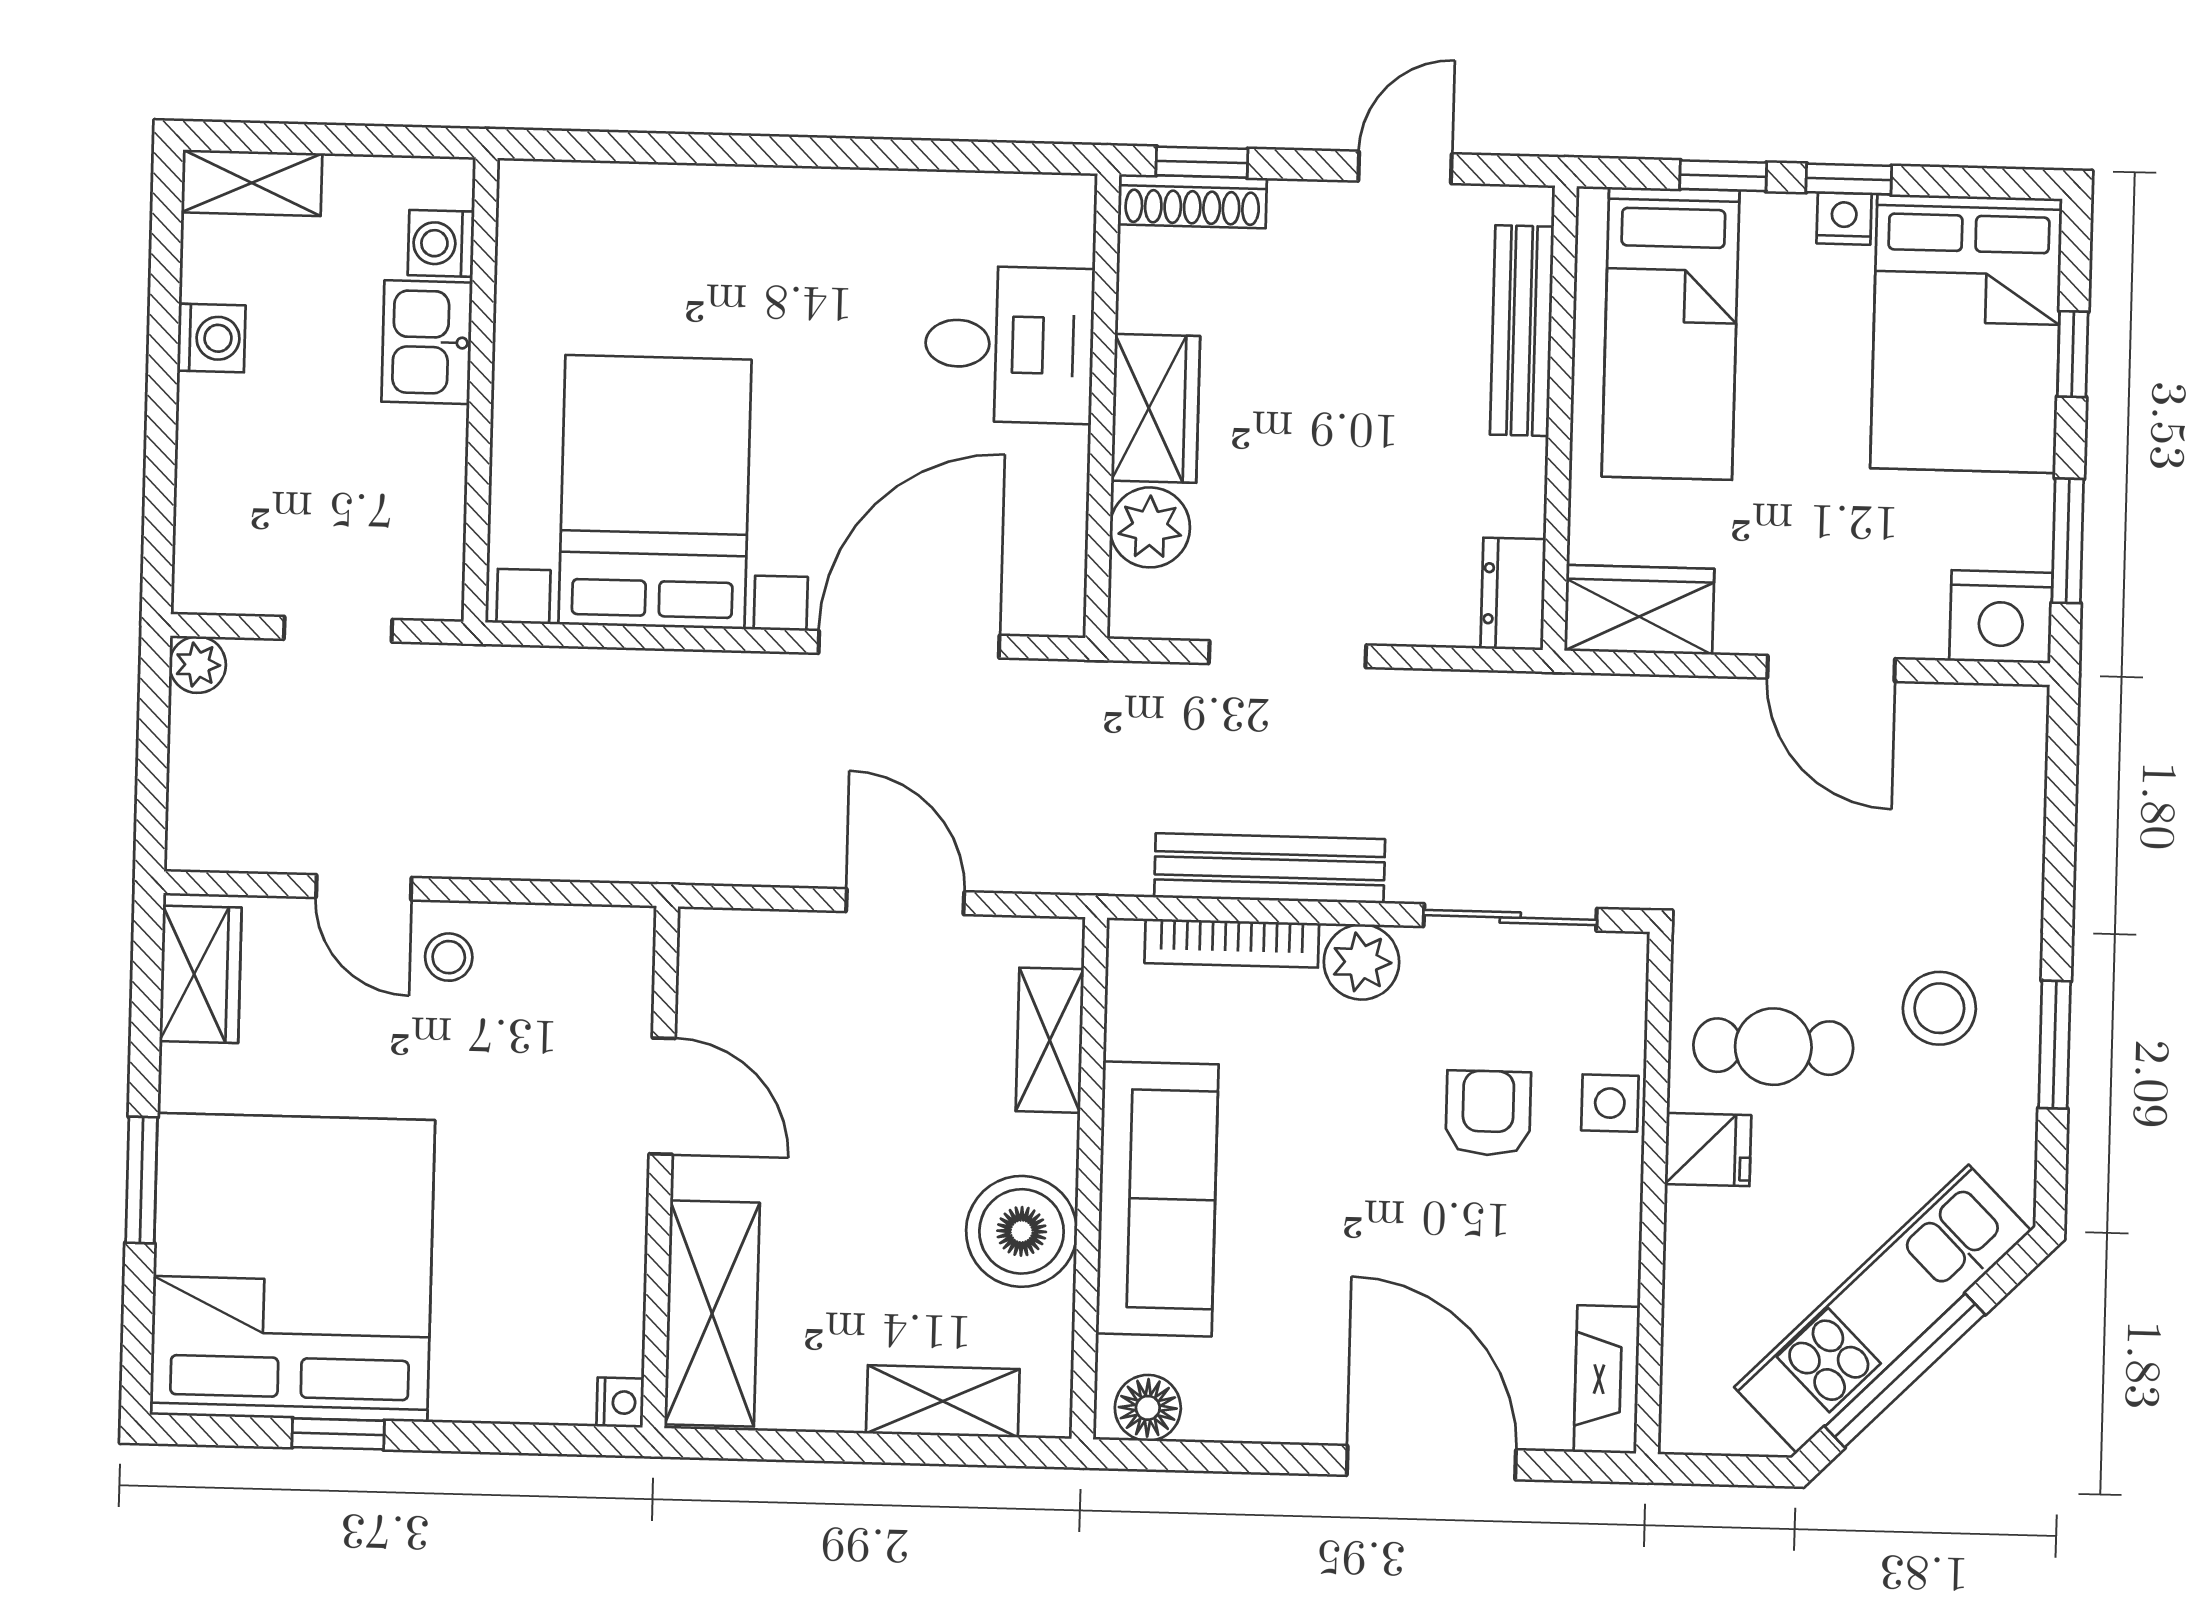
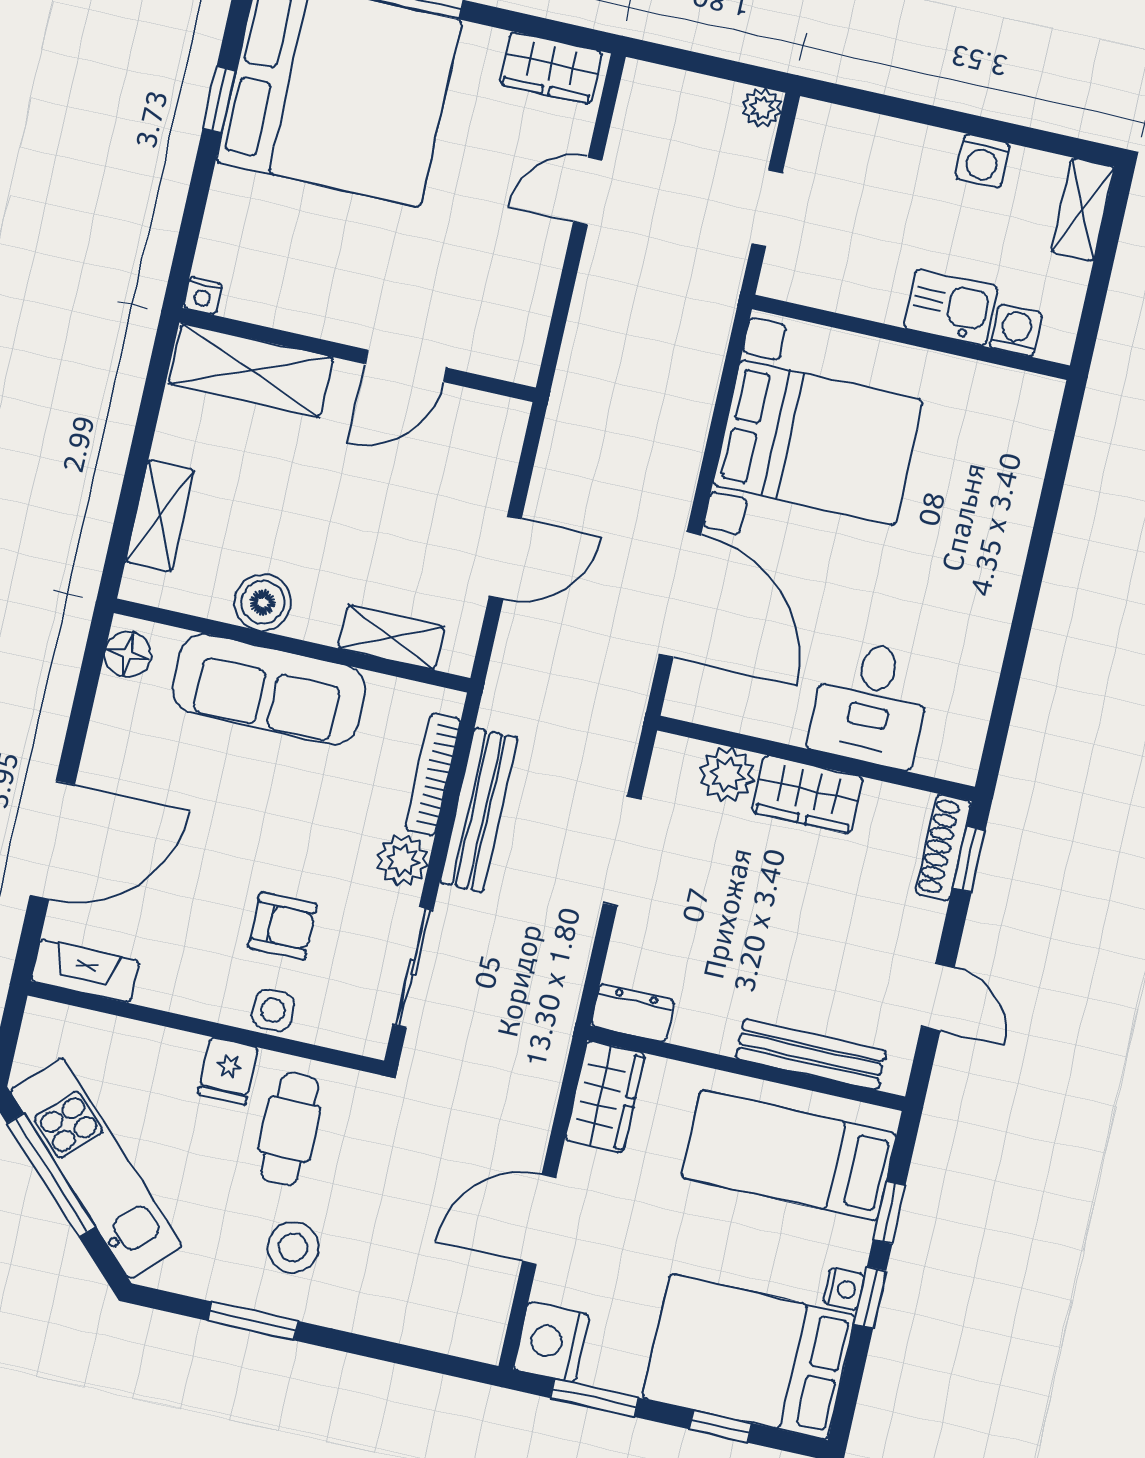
stool: (449, 957) -> (529, 239), removed
boiler: (1022, 1231) -> (263, 602), width x0.73, depth x0.73

